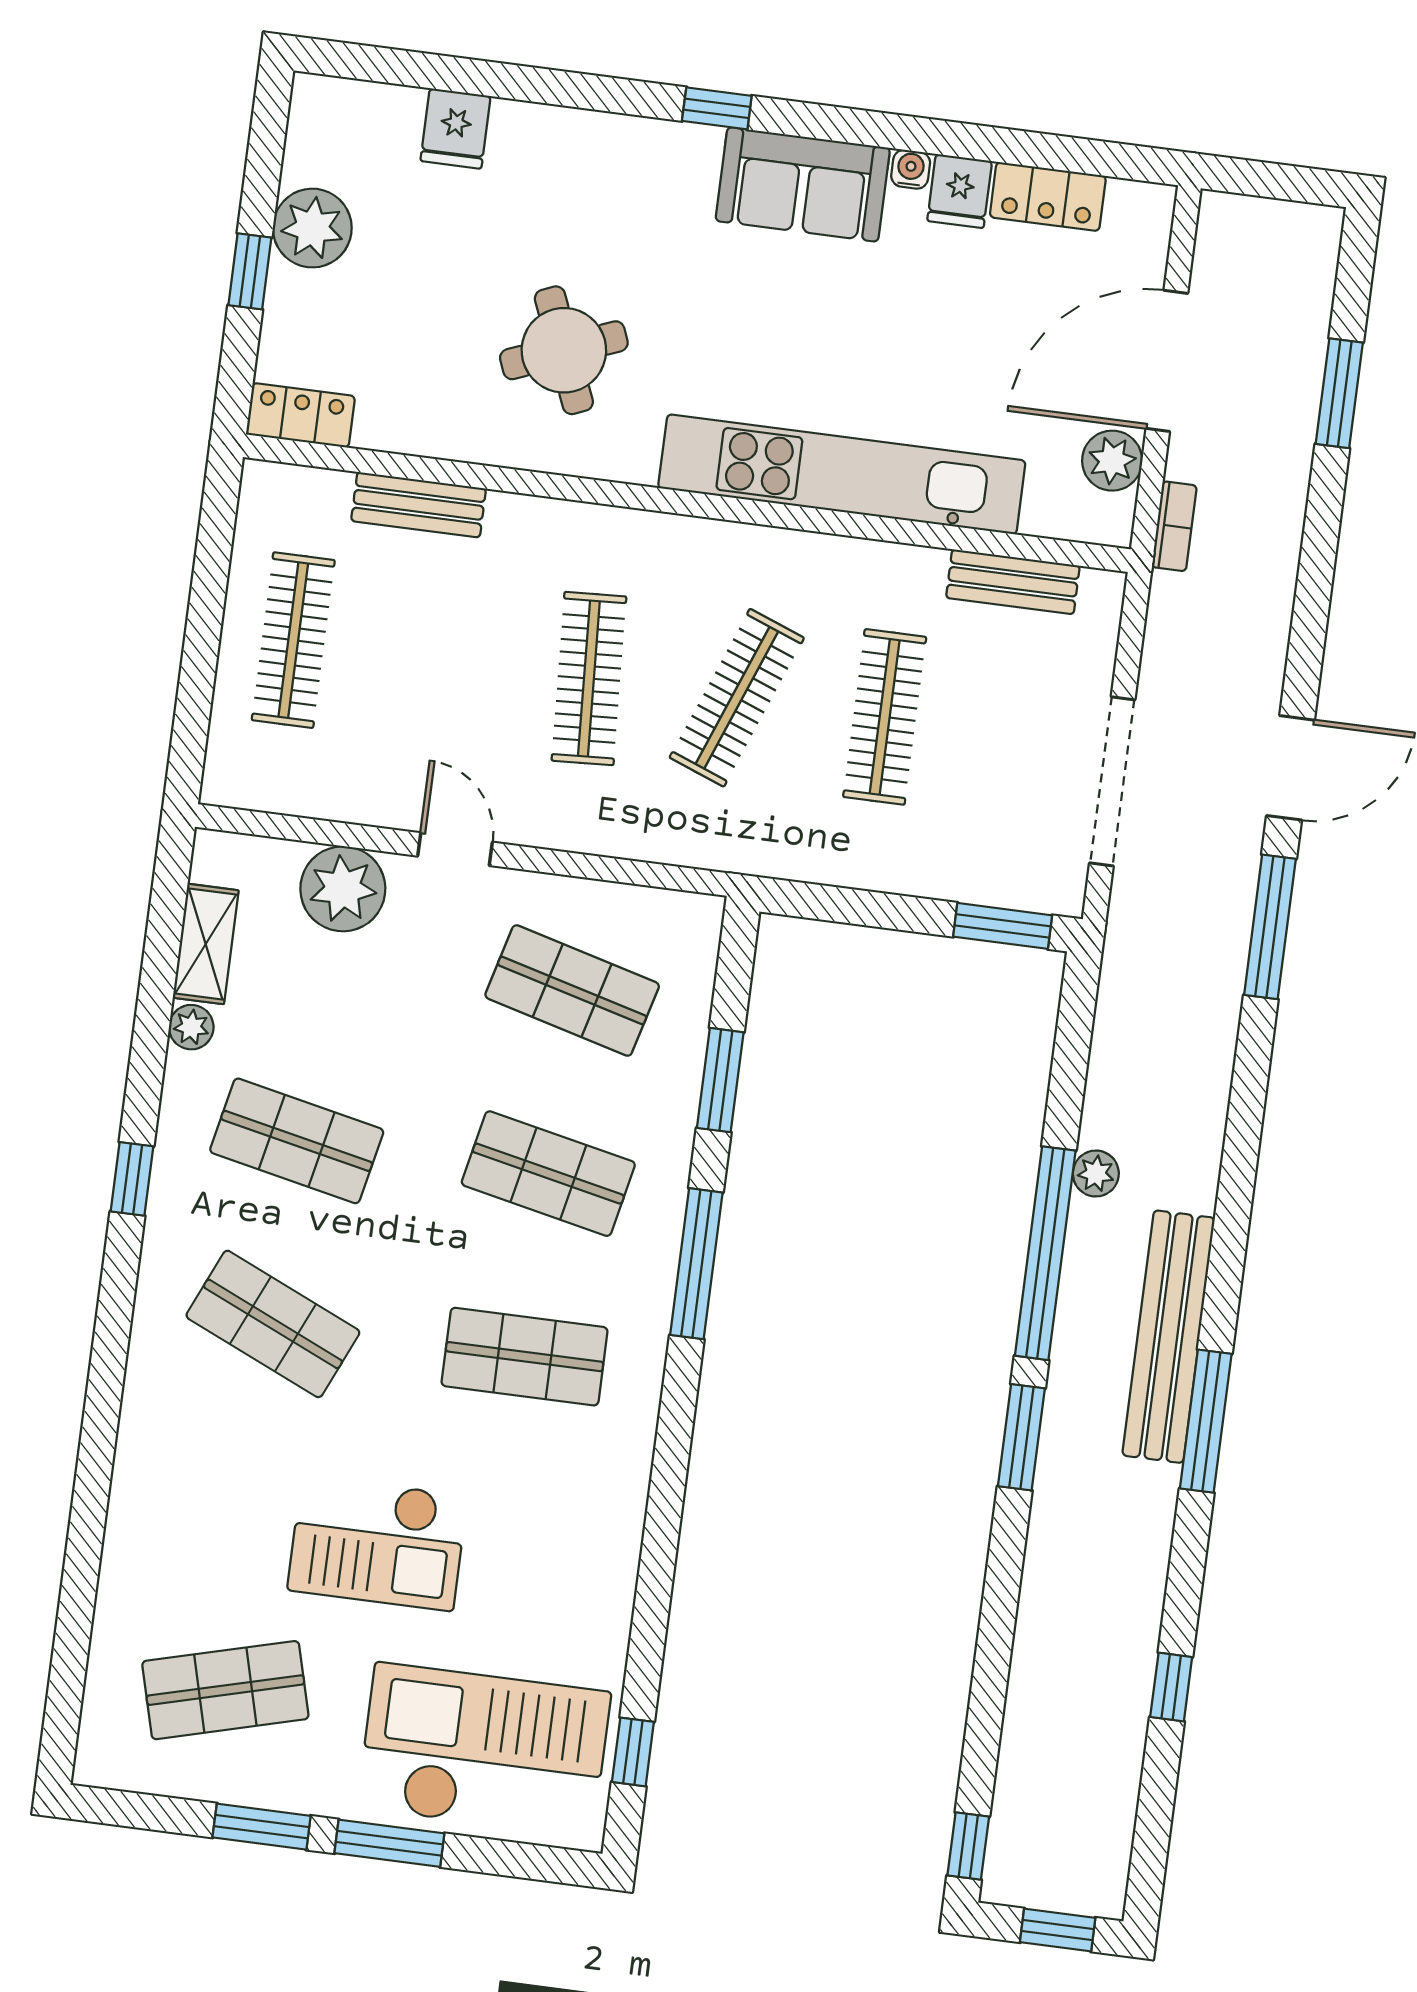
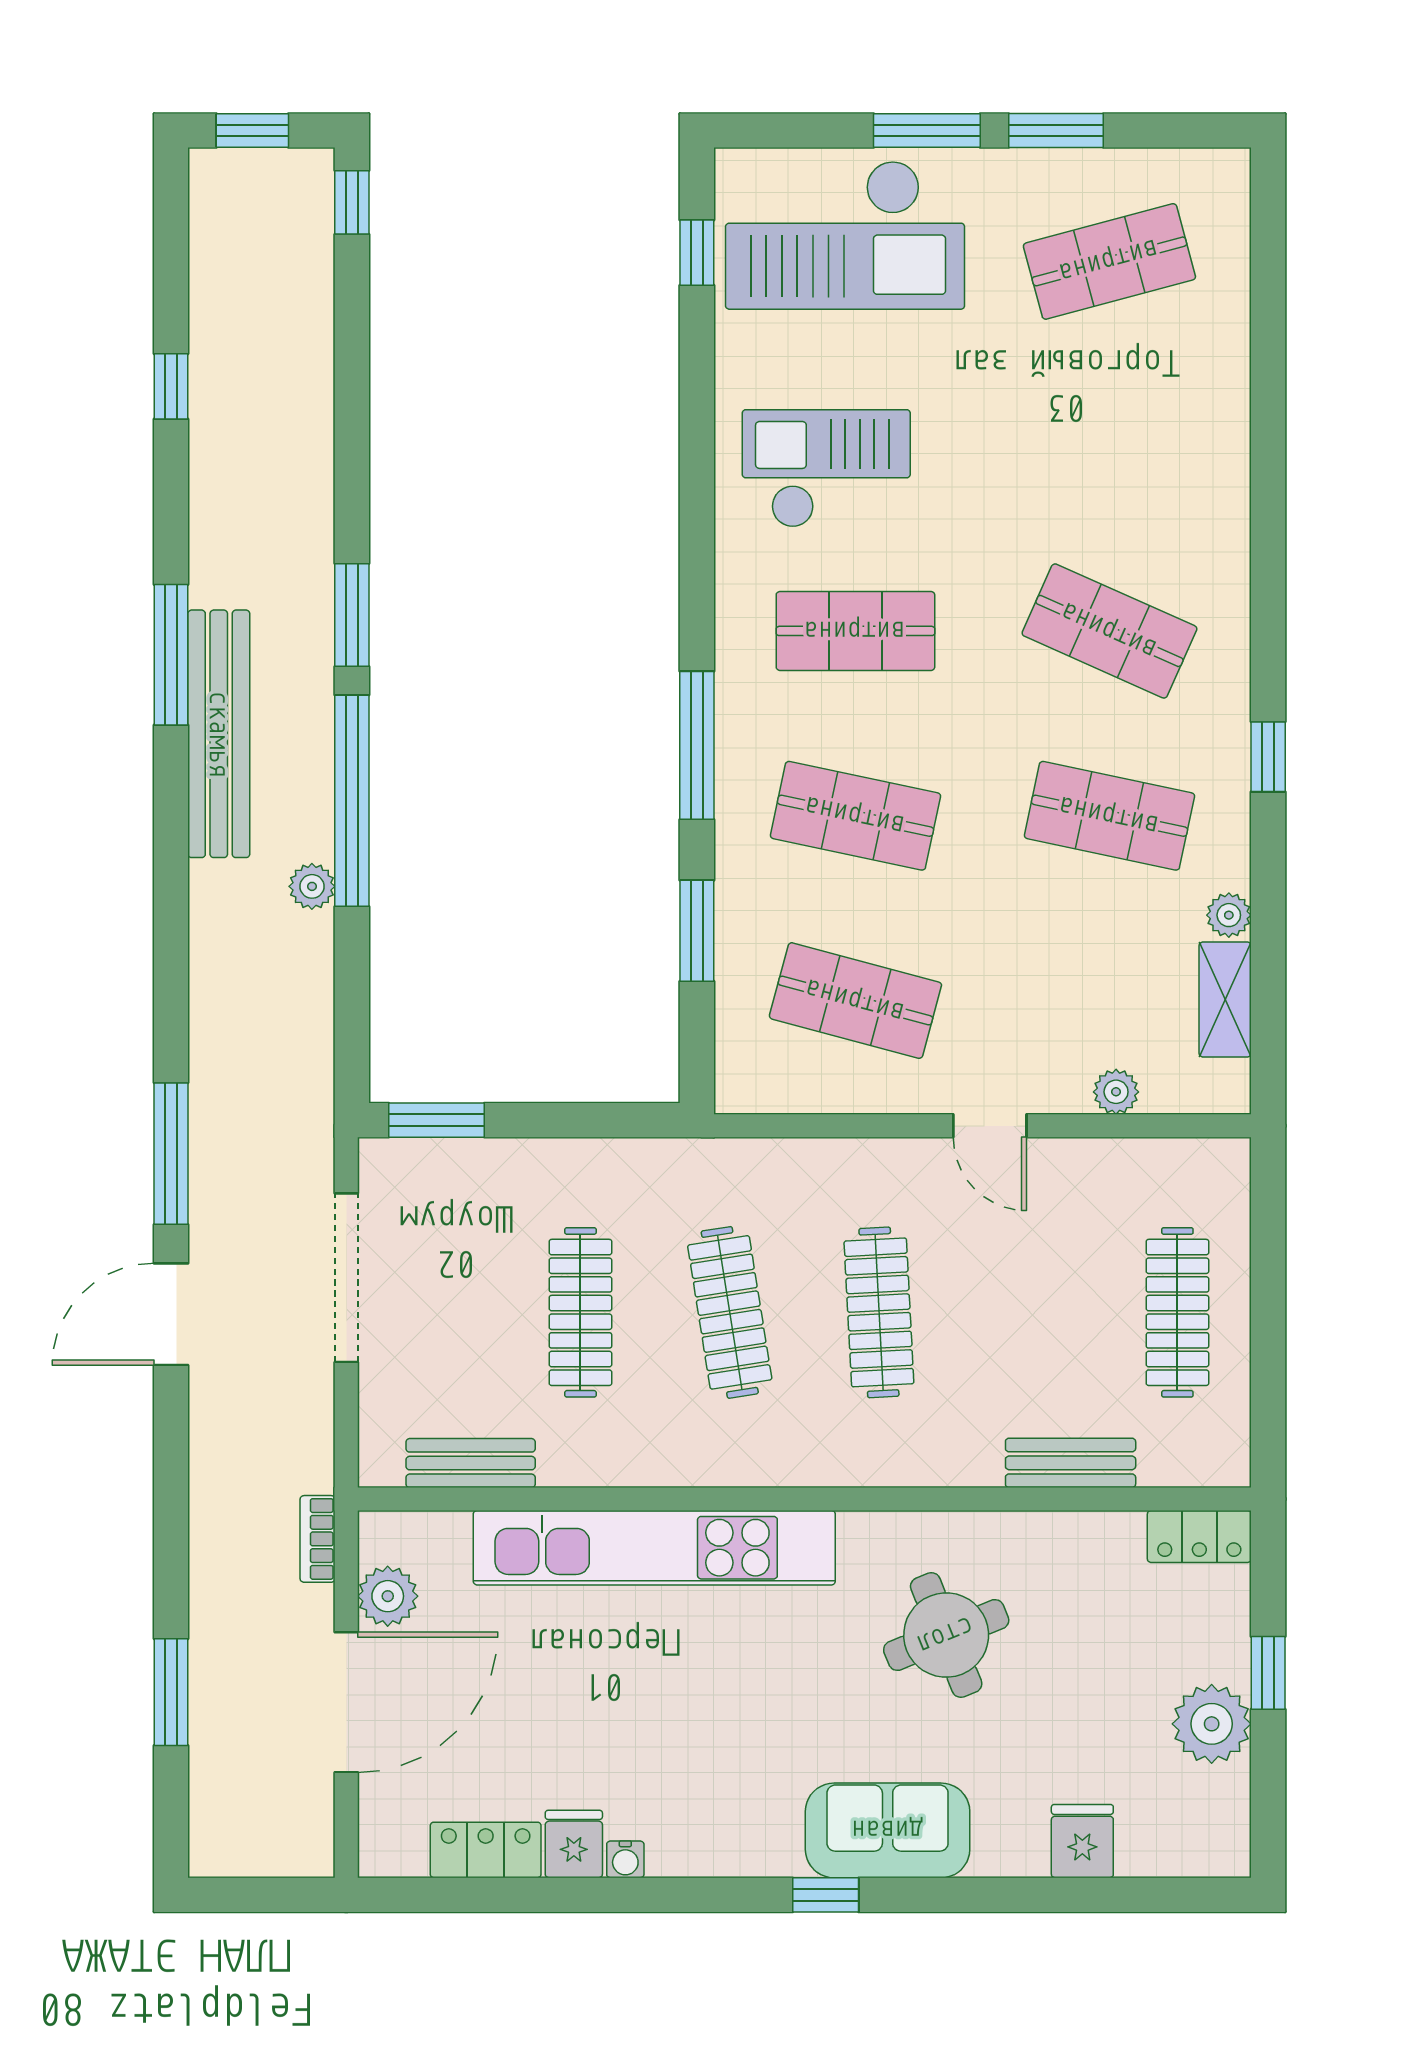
sofa: (803, 184) -> (888, 1830), moved
clothes rail: (737, 698) -> (730, 1312), turned -30
plant: (343, 889) -> (1116, 1092), width x0.53, depth x0.53
checkout: (378, 1543) -> (826, 469), moved

